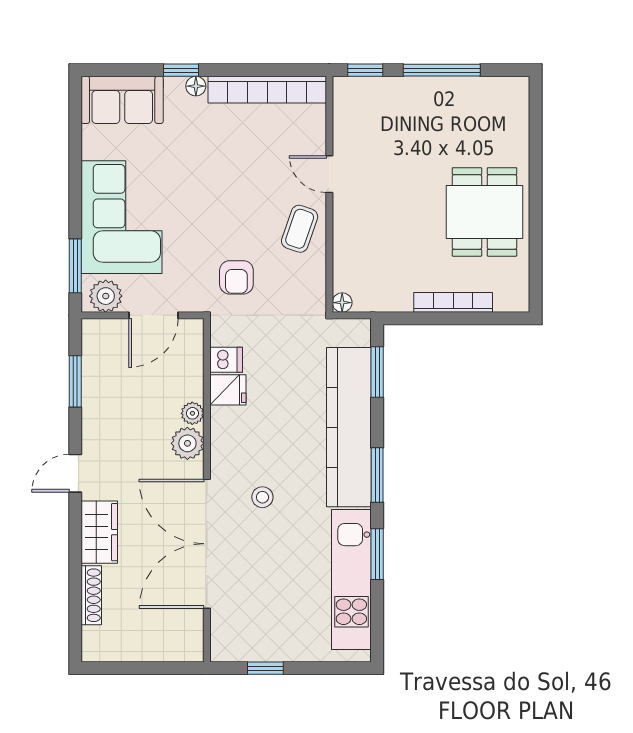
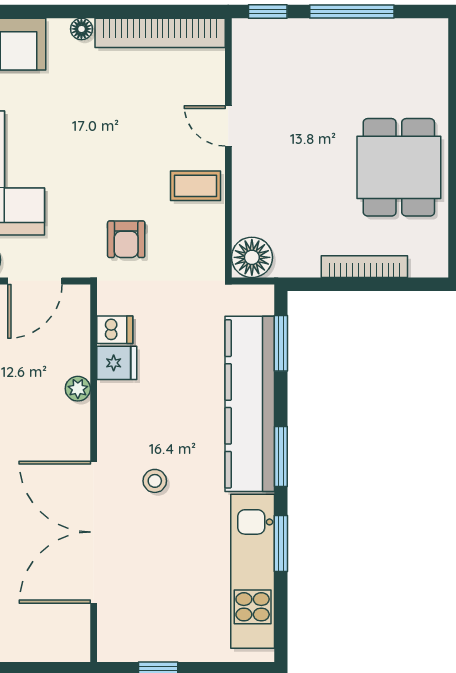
window: (181, 70) -> (65, 12), removed
coffee table: (300, 229) -> (196, 186), turned 71
floor lamp: (342, 303) -> (252, 257), width x1.89, depth x1.89
plant: (187, 443) -> (72, 422), removed

